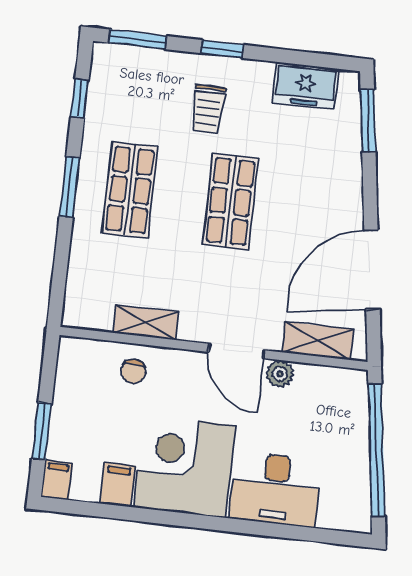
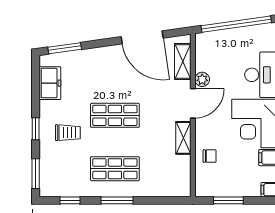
shelving: (146, 323) -> (183, 138), moved
window: (42, 431) -> (228, 200), moved

